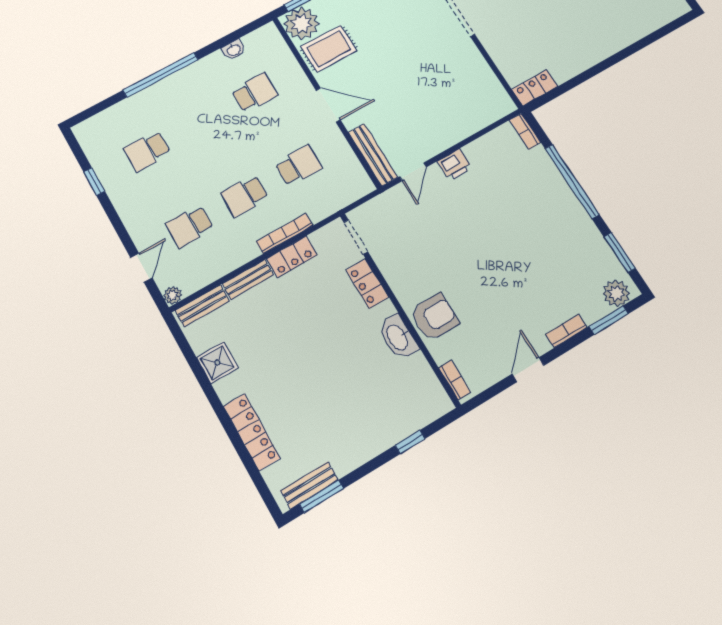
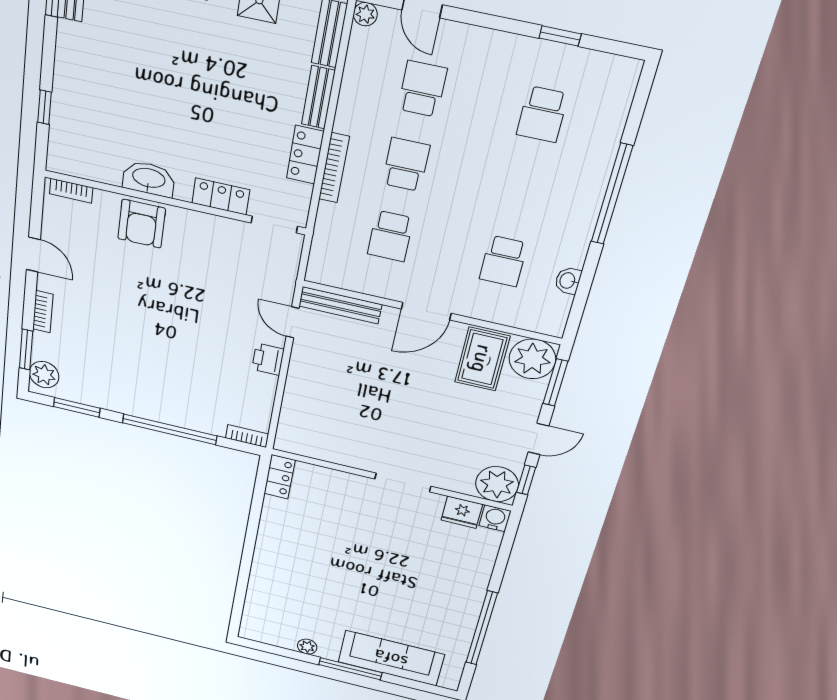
school desk: (147, 151) -> (542, 114), turned 180

